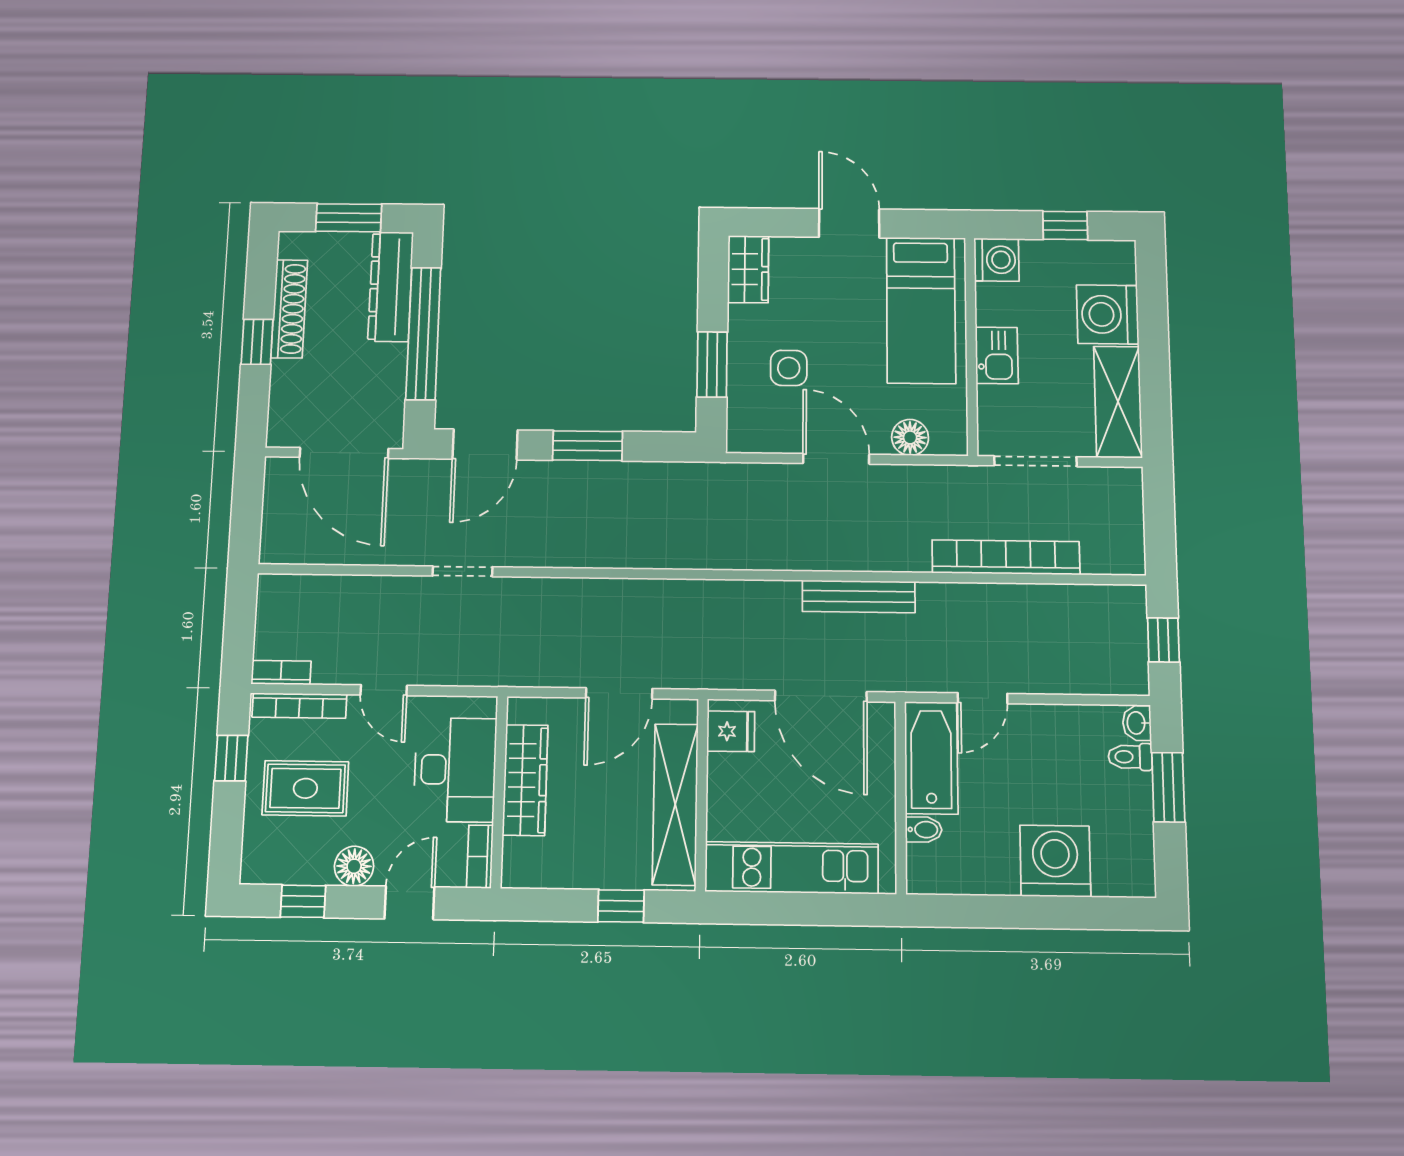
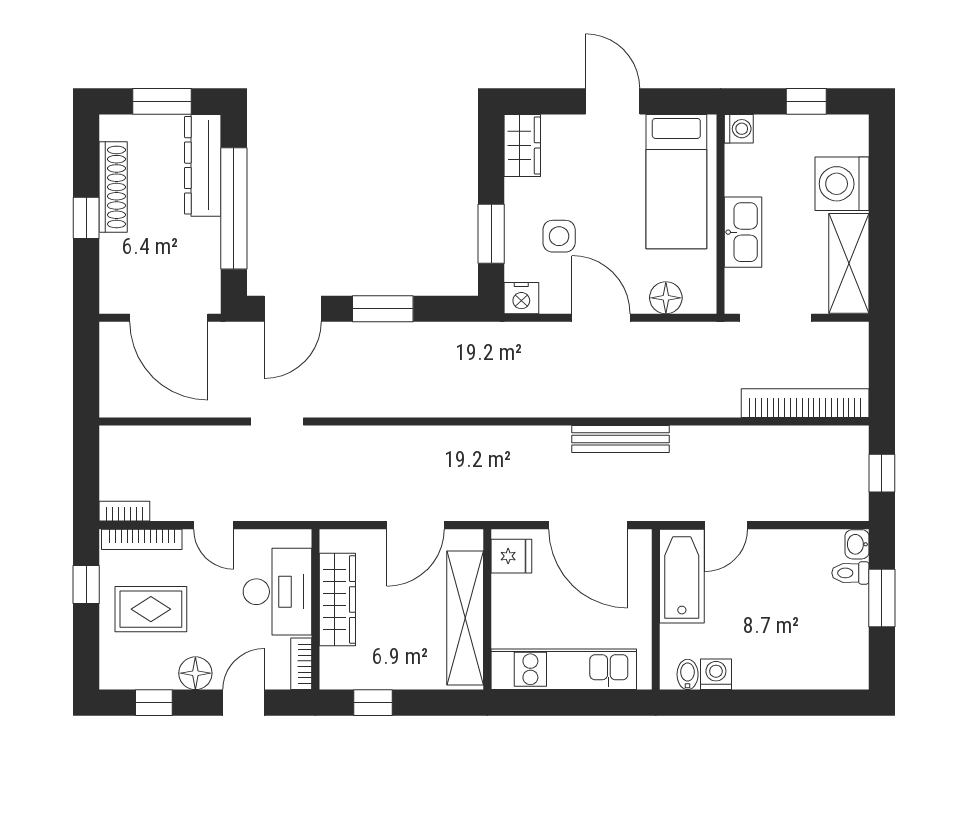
washing machine: (997, 260) -> (739, 129), width x0.73, depth x0.73
kitchen sink: (997, 355) -> (743, 232), width x1.38
nightstand: (745, 436) -> (521, 298), added
bookcase: (1006, 557) -> (805, 403), moved
bidet: (924, 830) -> (688, 674), moved, turned -90
washing machine: (1055, 861) -> (716, 674), moved, width x0.53, depth x0.53
window: (621, 906) -> (373, 703), moved

